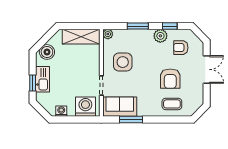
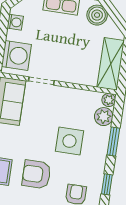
plant: (160, 36) -> (104, 117), moved
side table: (123, 62) -> (69, 141), moved

